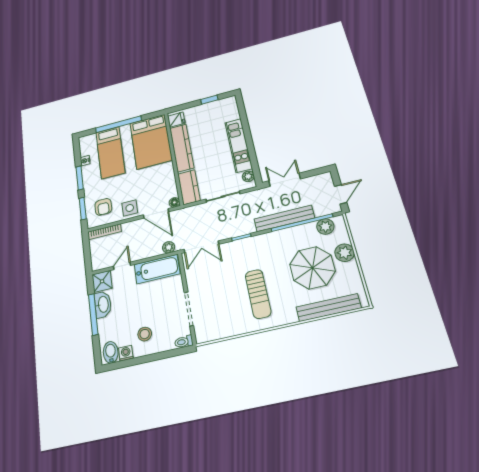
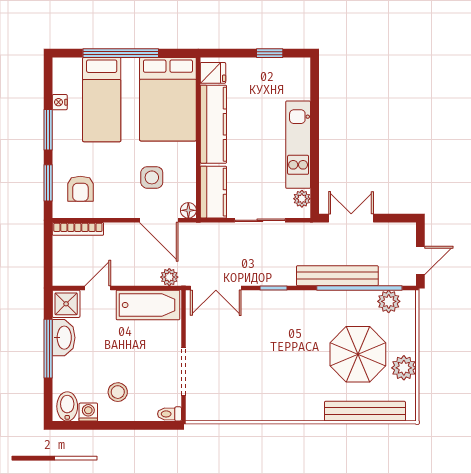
side table: (130, 208) -> (152, 177), moved
plant: (345, 253) -> (404, 368), moved
sun lounger: (258, 294) -> (280, 373), removed

